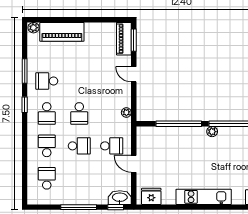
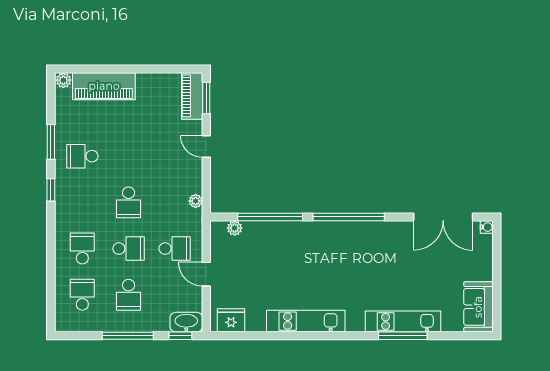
school desk: (47, 113) -> (129, 295), moved
plant: (212, 132) -> (235, 228), moved

